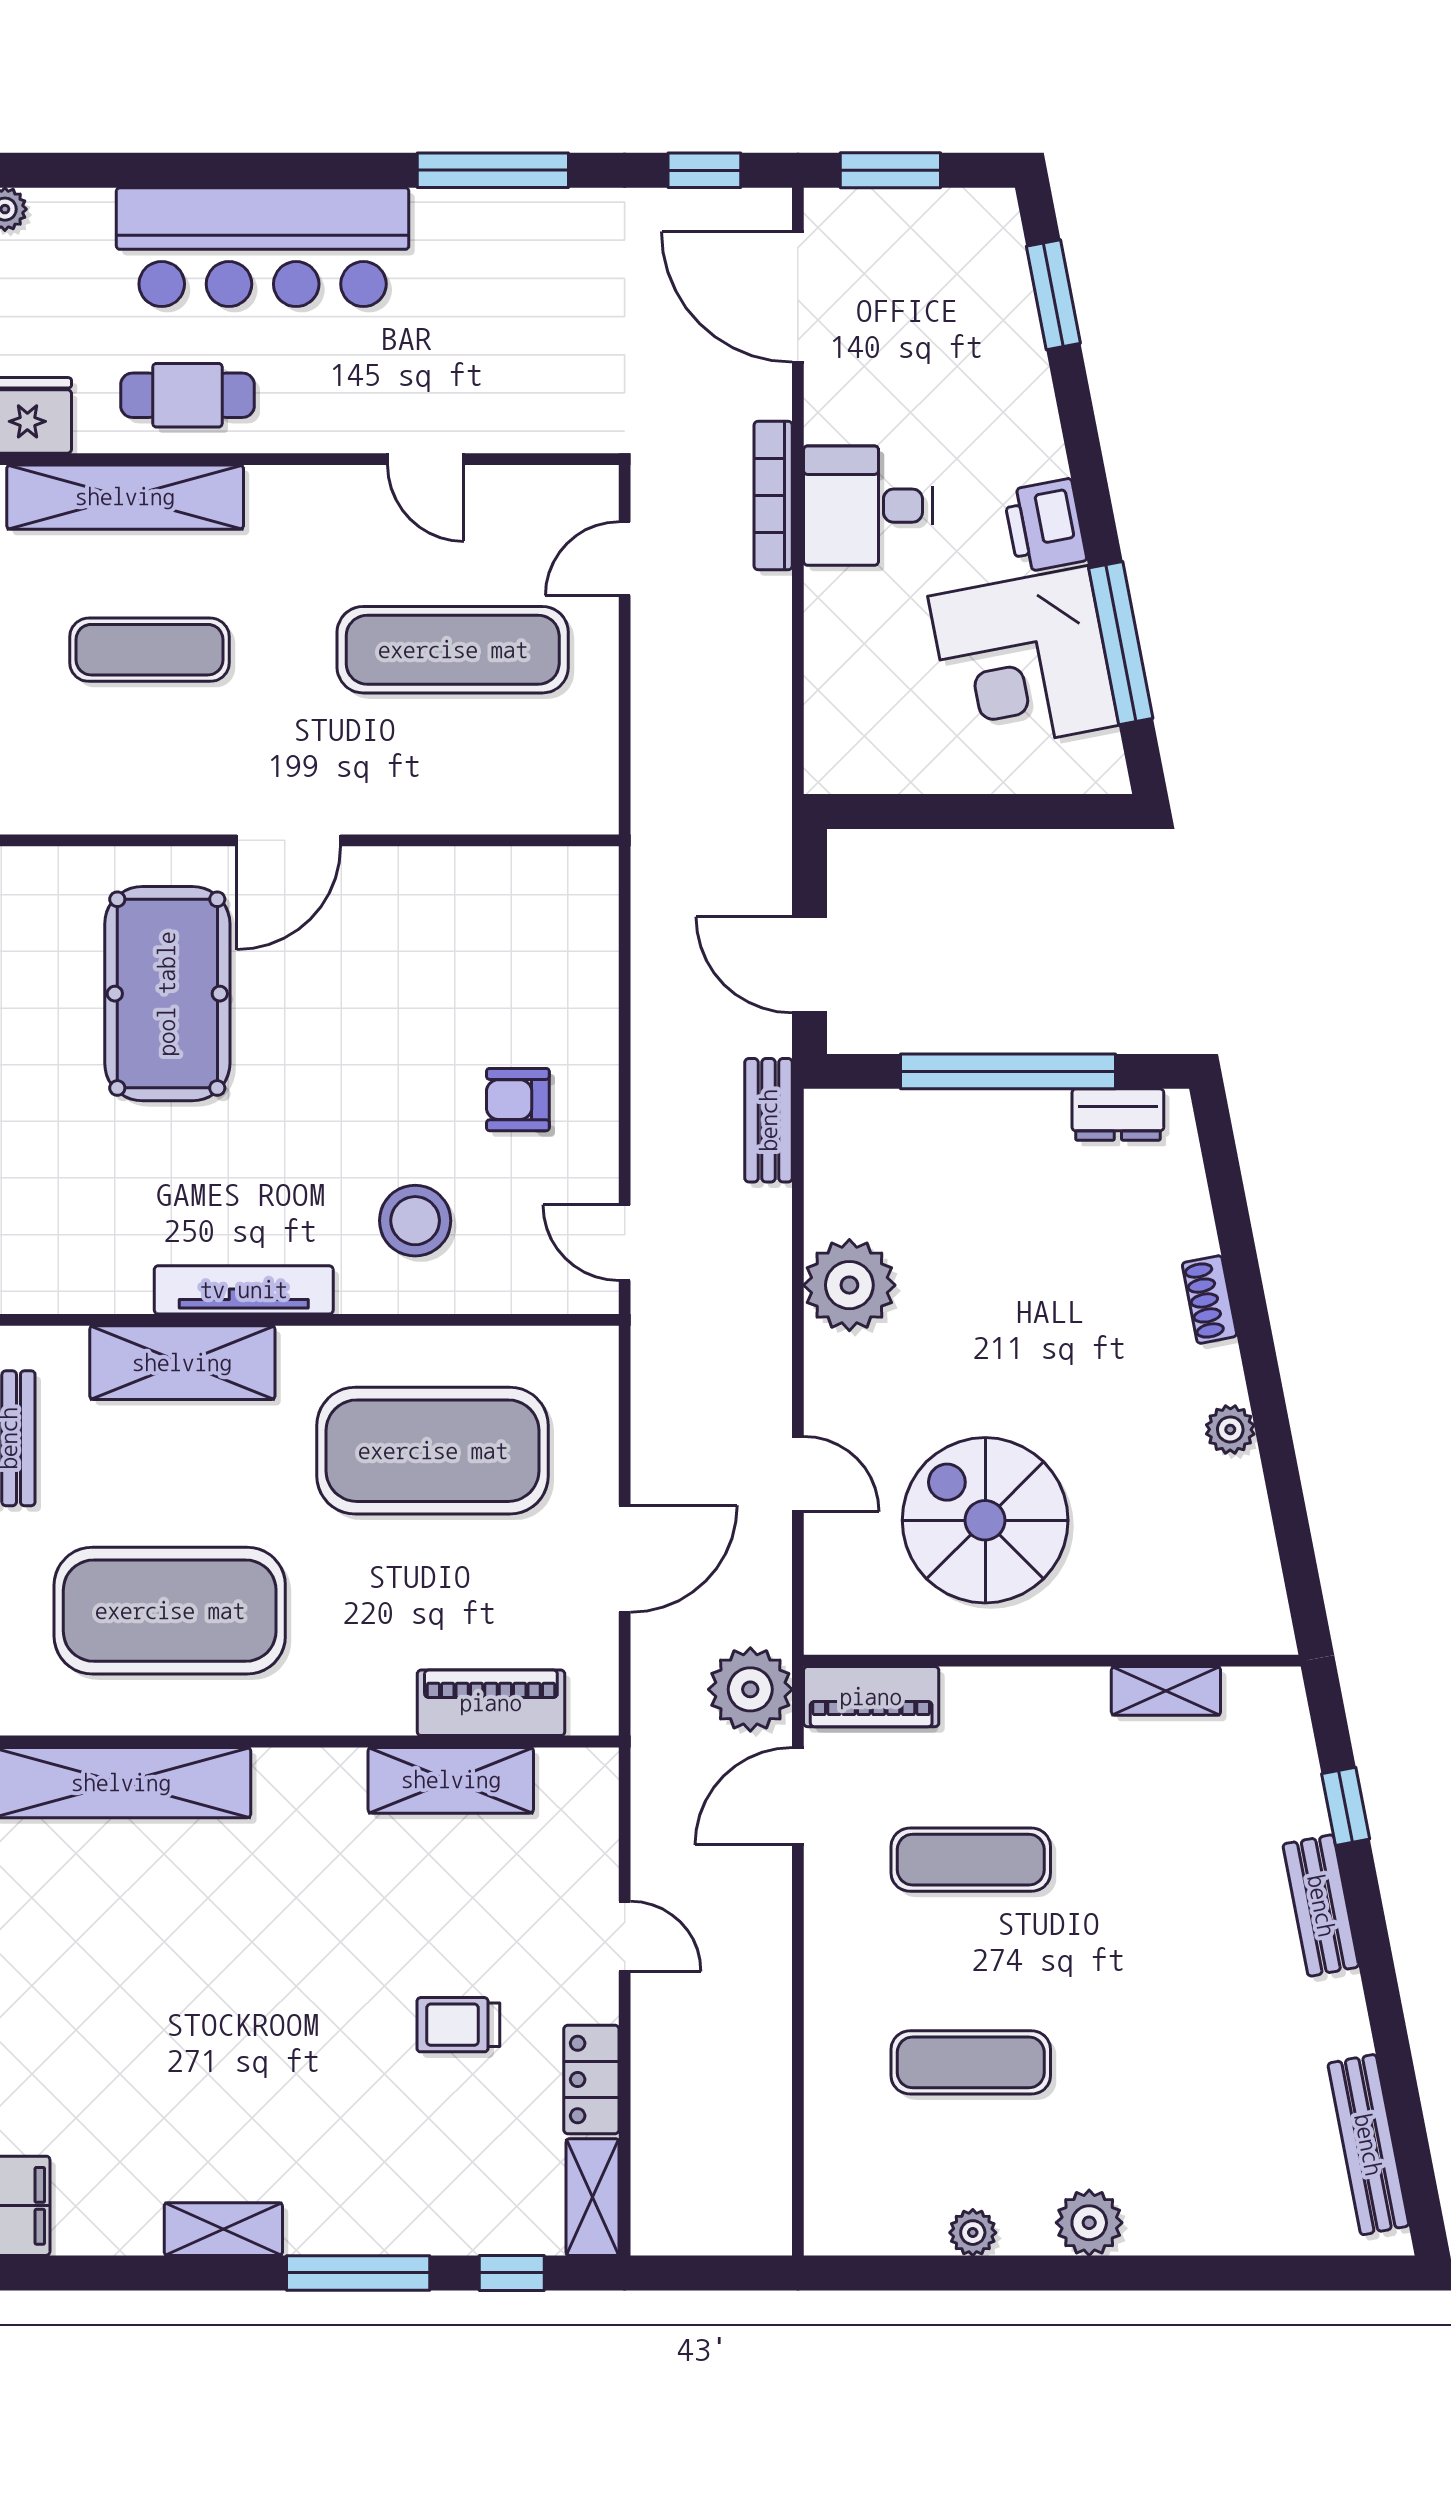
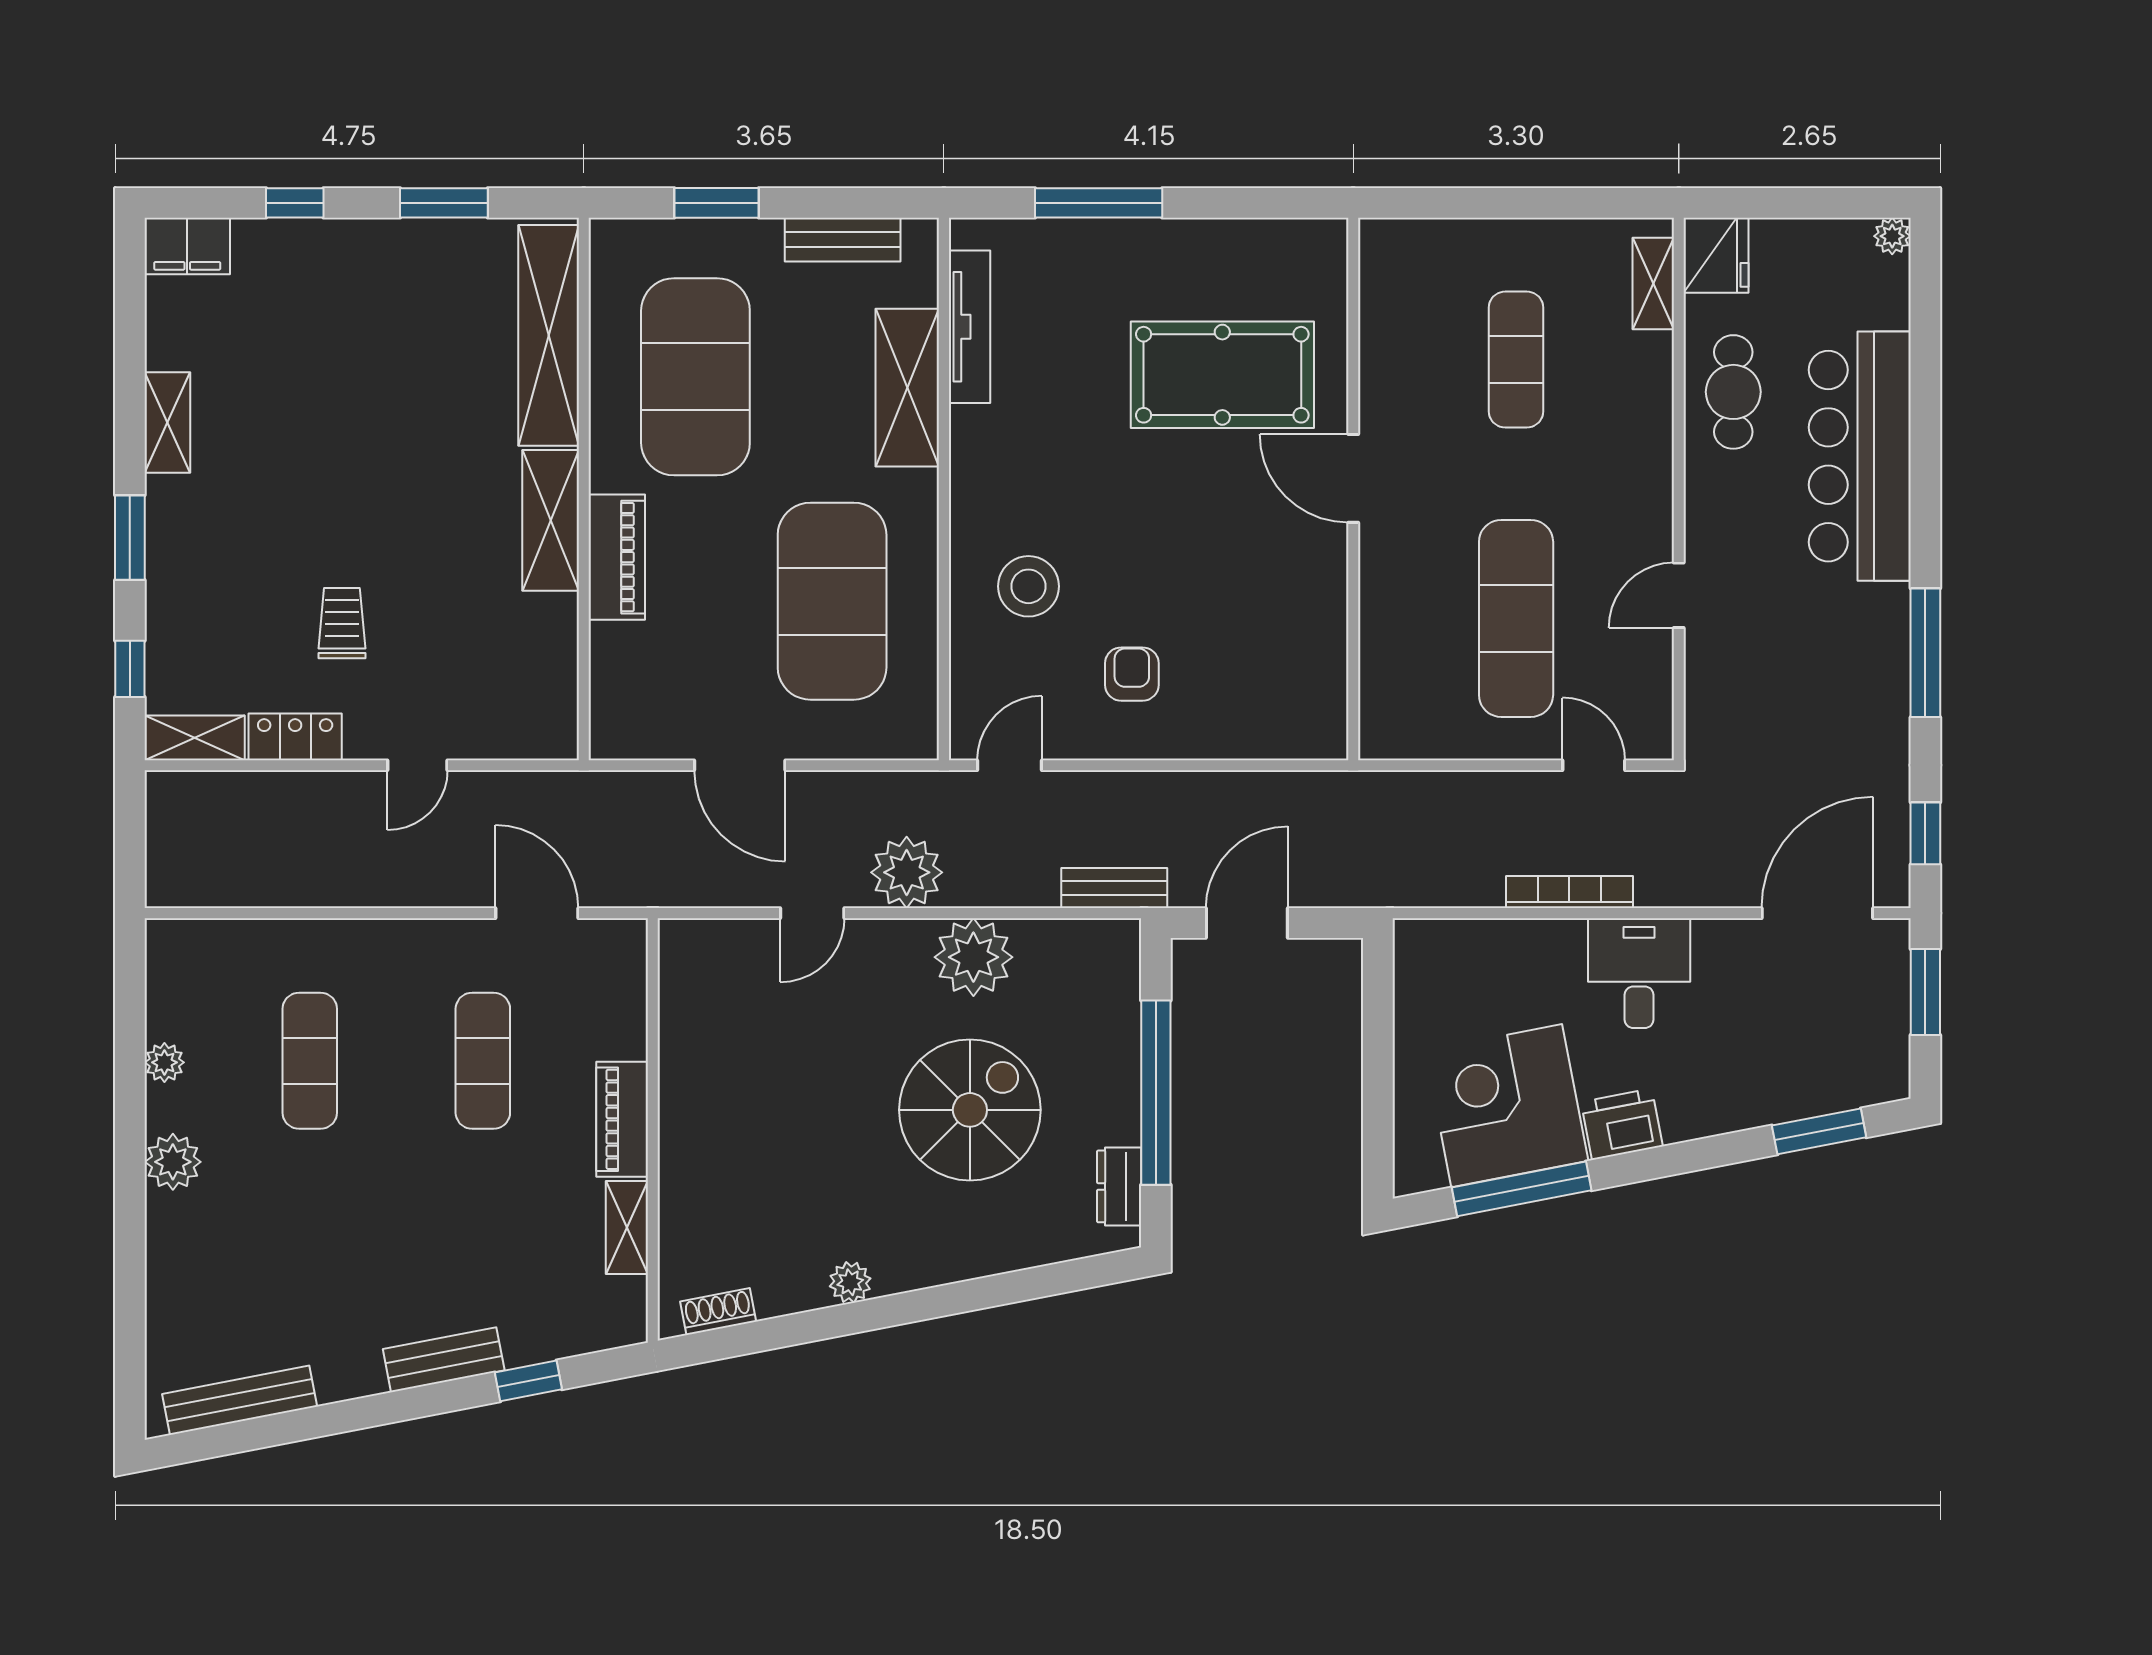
bookcase: (773, 495) -> (1569, 892), moved
shelving: (125, 497) -> (1653, 284), width x0.45, depth x0.75
tv unit: (244, 1290) -> (969, 327), moved
shoe rack: (1209, 1300) -> (718, 1312), moved
spiral stairs: (985, 1520) -> (970, 1110), moved
plant: (750, 1689) -> (907, 872), moved
piano: (871, 1697) -> (622, 1119), moved
piano: (491, 1703) -> (617, 557), moved
shelving: (451, 1780) -> (551, 520), moved
window: (358, 2273) -> (130, 538), width x0.69

